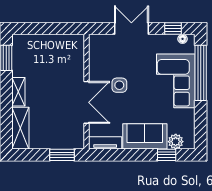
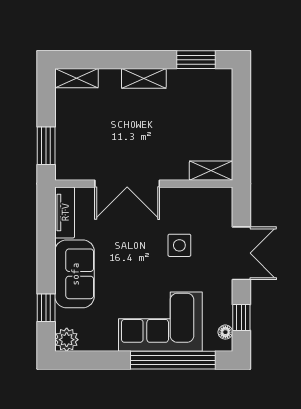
shelving: (78, 48) -> (211, 171), added
side table: (119, 85) -> (179, 245), moved
shelving: (20, 128) -> (77, 78), width x0.67, depth x0.75
plant: (176, 142) -> (67, 340), moved

